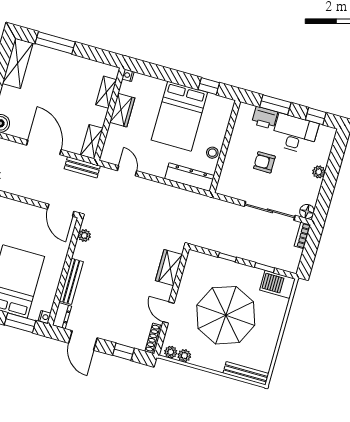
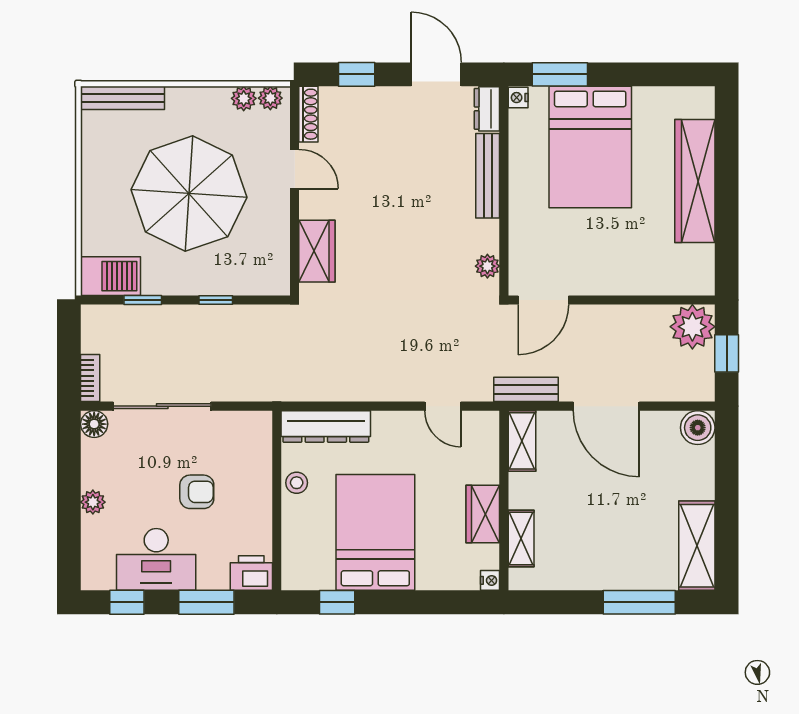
printer: (265, 118) -> (251, 573), moved
door: (61, 210) -> (543, 300), swing flipped

